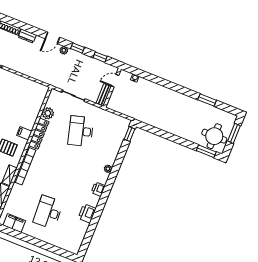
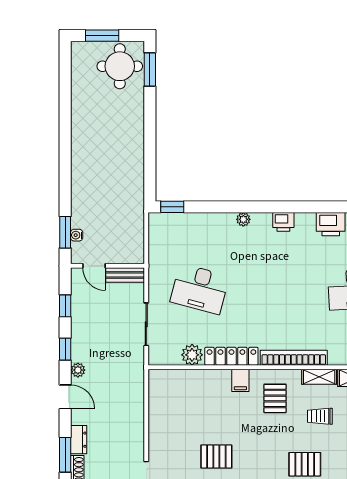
window: (22, 26) -> (65, 455), added
window: (207, 100) -> (65, 232), moved
desk: (81, 131) -> (200, 289), turned 30

